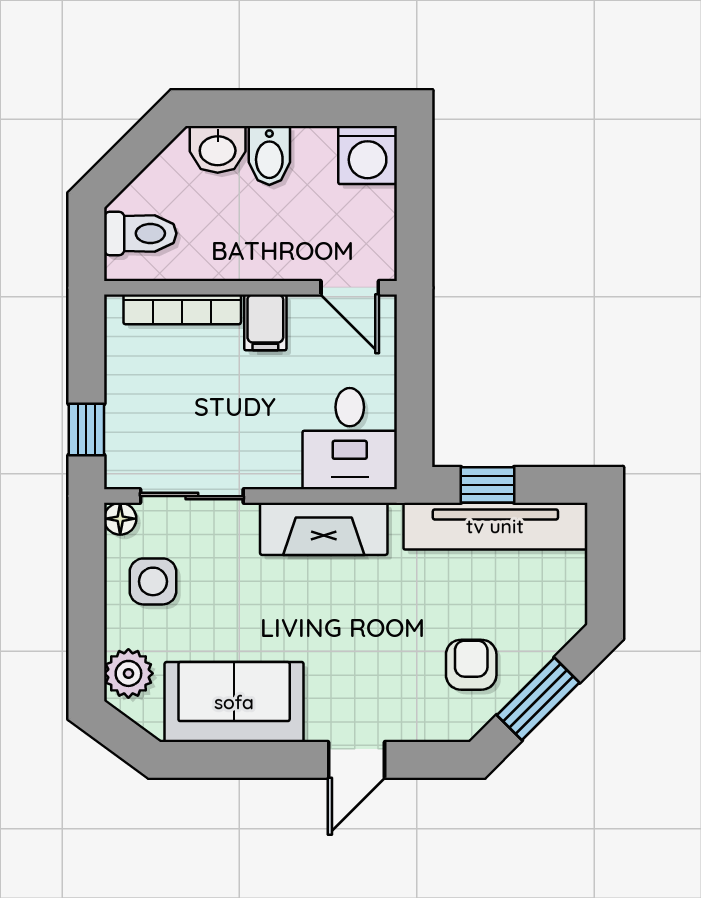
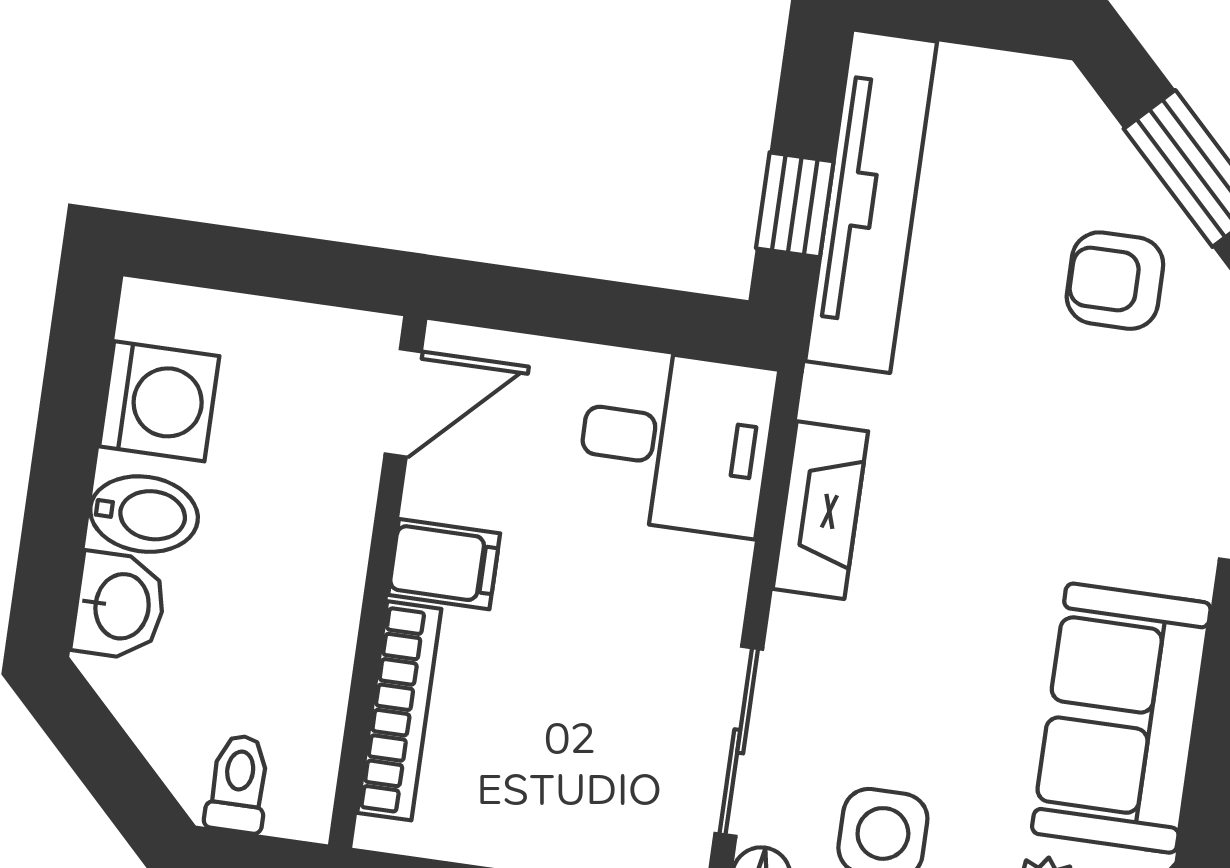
washing machine: (368, 155) -> (159, 401), moved
toilet: (140, 233) -> (238, 784), width x0.73, depth x0.72
fireplace: (324, 529) -> (820, 510), width x0.73, depth x0.76

